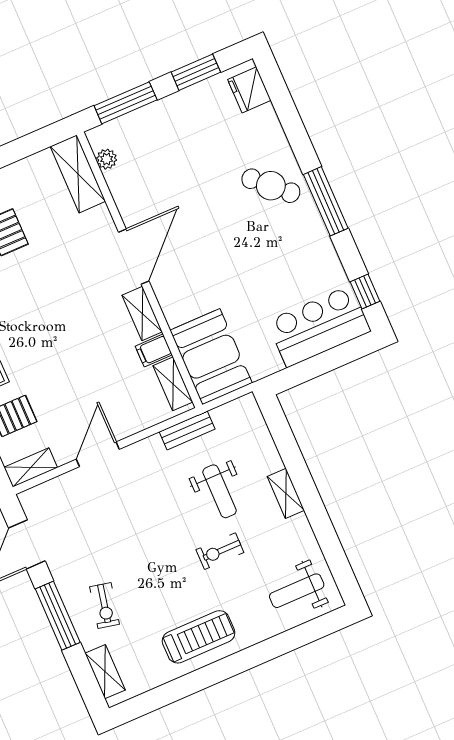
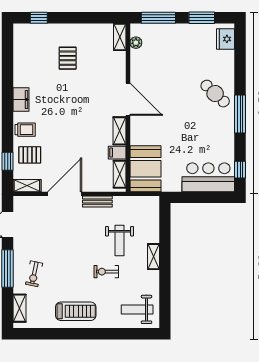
shelving: (78, 174) -> (120, 37), width x0.67, depth x0.75
door: (134, 257) -> (128, 99), hinge flipped
bench: (187, 430) -> (97, 202), moved
door: (98, 454) -> (65, 194), width x1.36

